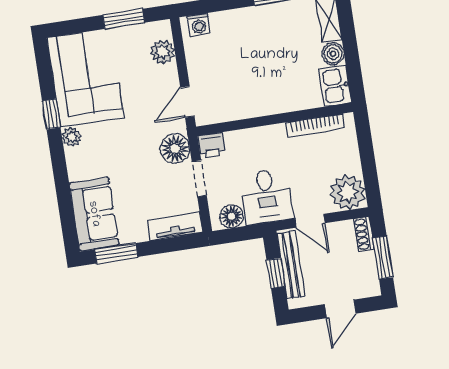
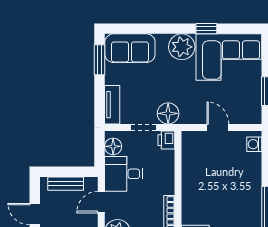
plant: (163, 52) -> (239, 115), removed
door: (187, 102) -> (218, 128), moved
plant: (72, 137) -> (182, 47), width x1.88, depth x1.88
bench: (291, 265) -> (66, 184), width x0.73
window: (276, 273) -> (68, 172), removed

